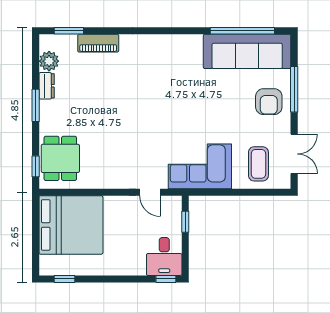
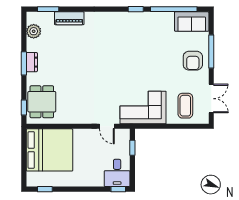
window: (190, 31) -> (136, 9), added
sofa: (247, 51) -> (192, 22), width x0.54, depth x0.79
dresser: (47, 86) -> (32, 62), moved

